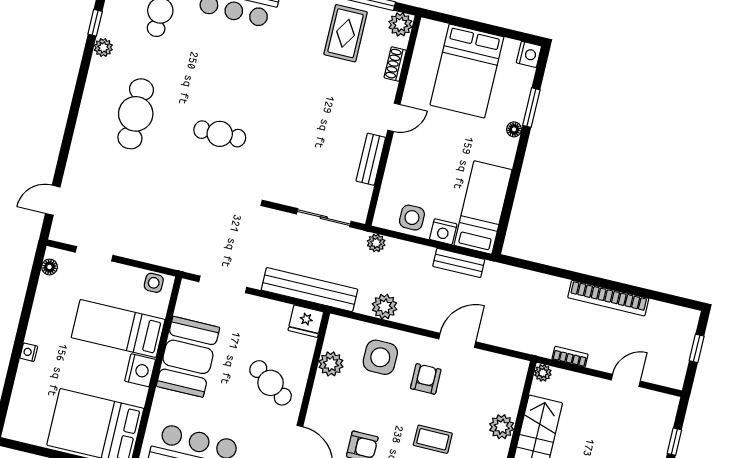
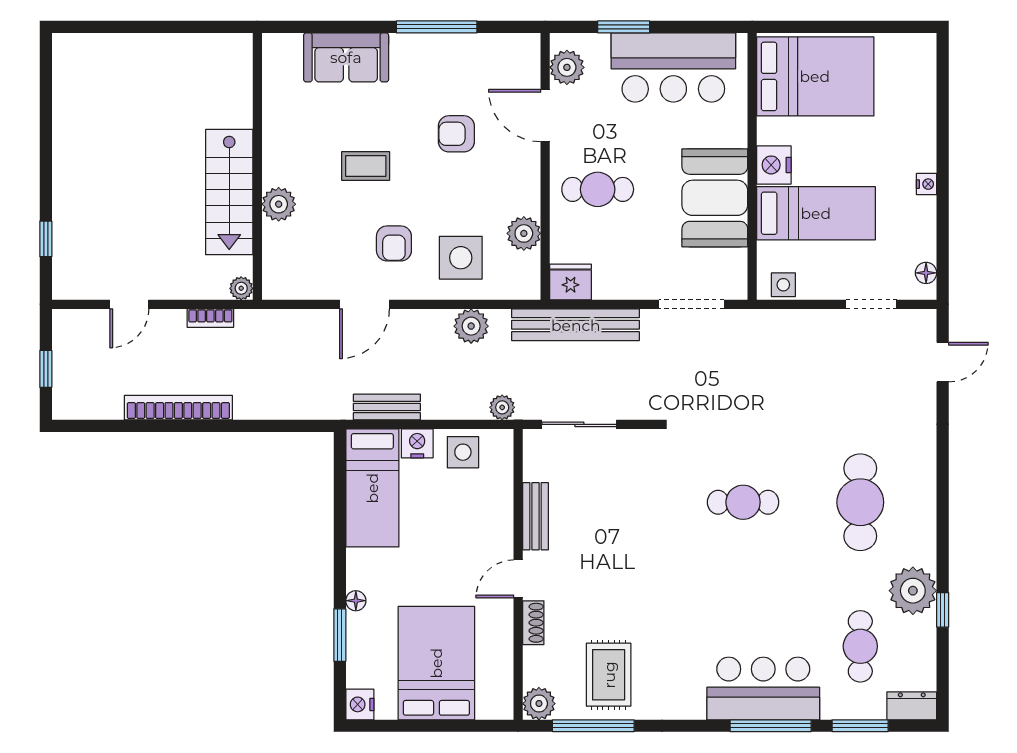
plant: (103, 48) -> (913, 591), width x1.87, depth x1.87
shoe rack: (395, 64) -> (533, 623), moved
nightstand: (29, 352) -> (927, 184), moved
cafe table: (271, 383) -> (598, 189), turned -35

